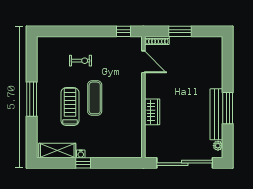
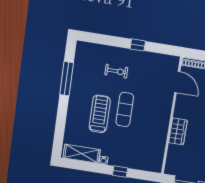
window: (124, 31) -> (138, 45), moved
window: (32, 99) -> (67, 79), moved
window: (83, 163) -> (120, 172), moved

